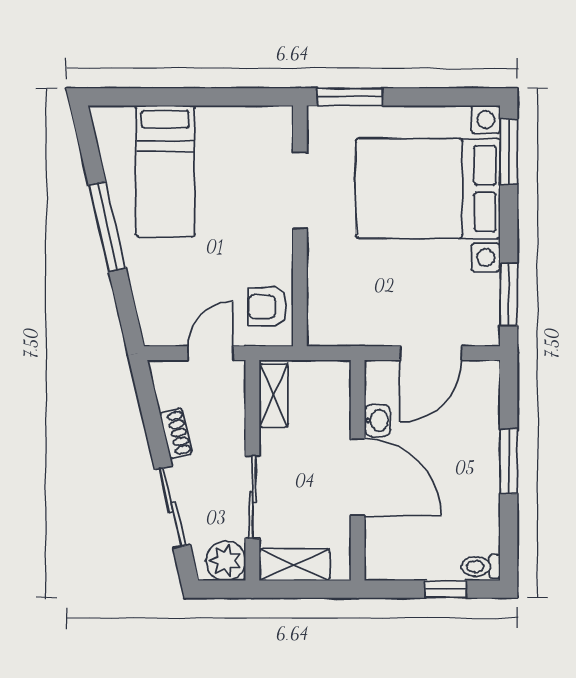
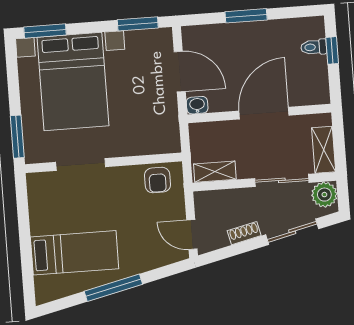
door: (211, 353) -> (192, 235), moved
washbasin: (377, 420) -> (197, 105), moved
toilet: (481, 566) -> (314, 47), moved, turned 90

